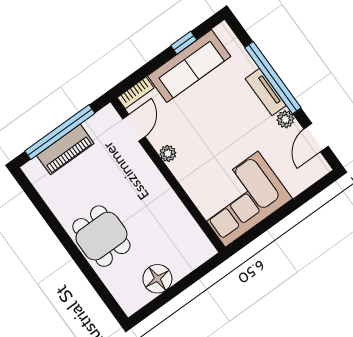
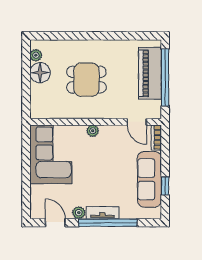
piano: (65, 149) -> (150, 73), width x1.37, depth x1.33
plant: (168, 153) -> (93, 131), moved
dining table: (101, 236) -> (86, 80), moved
plant: (141, 298) -> (36, 55), added

